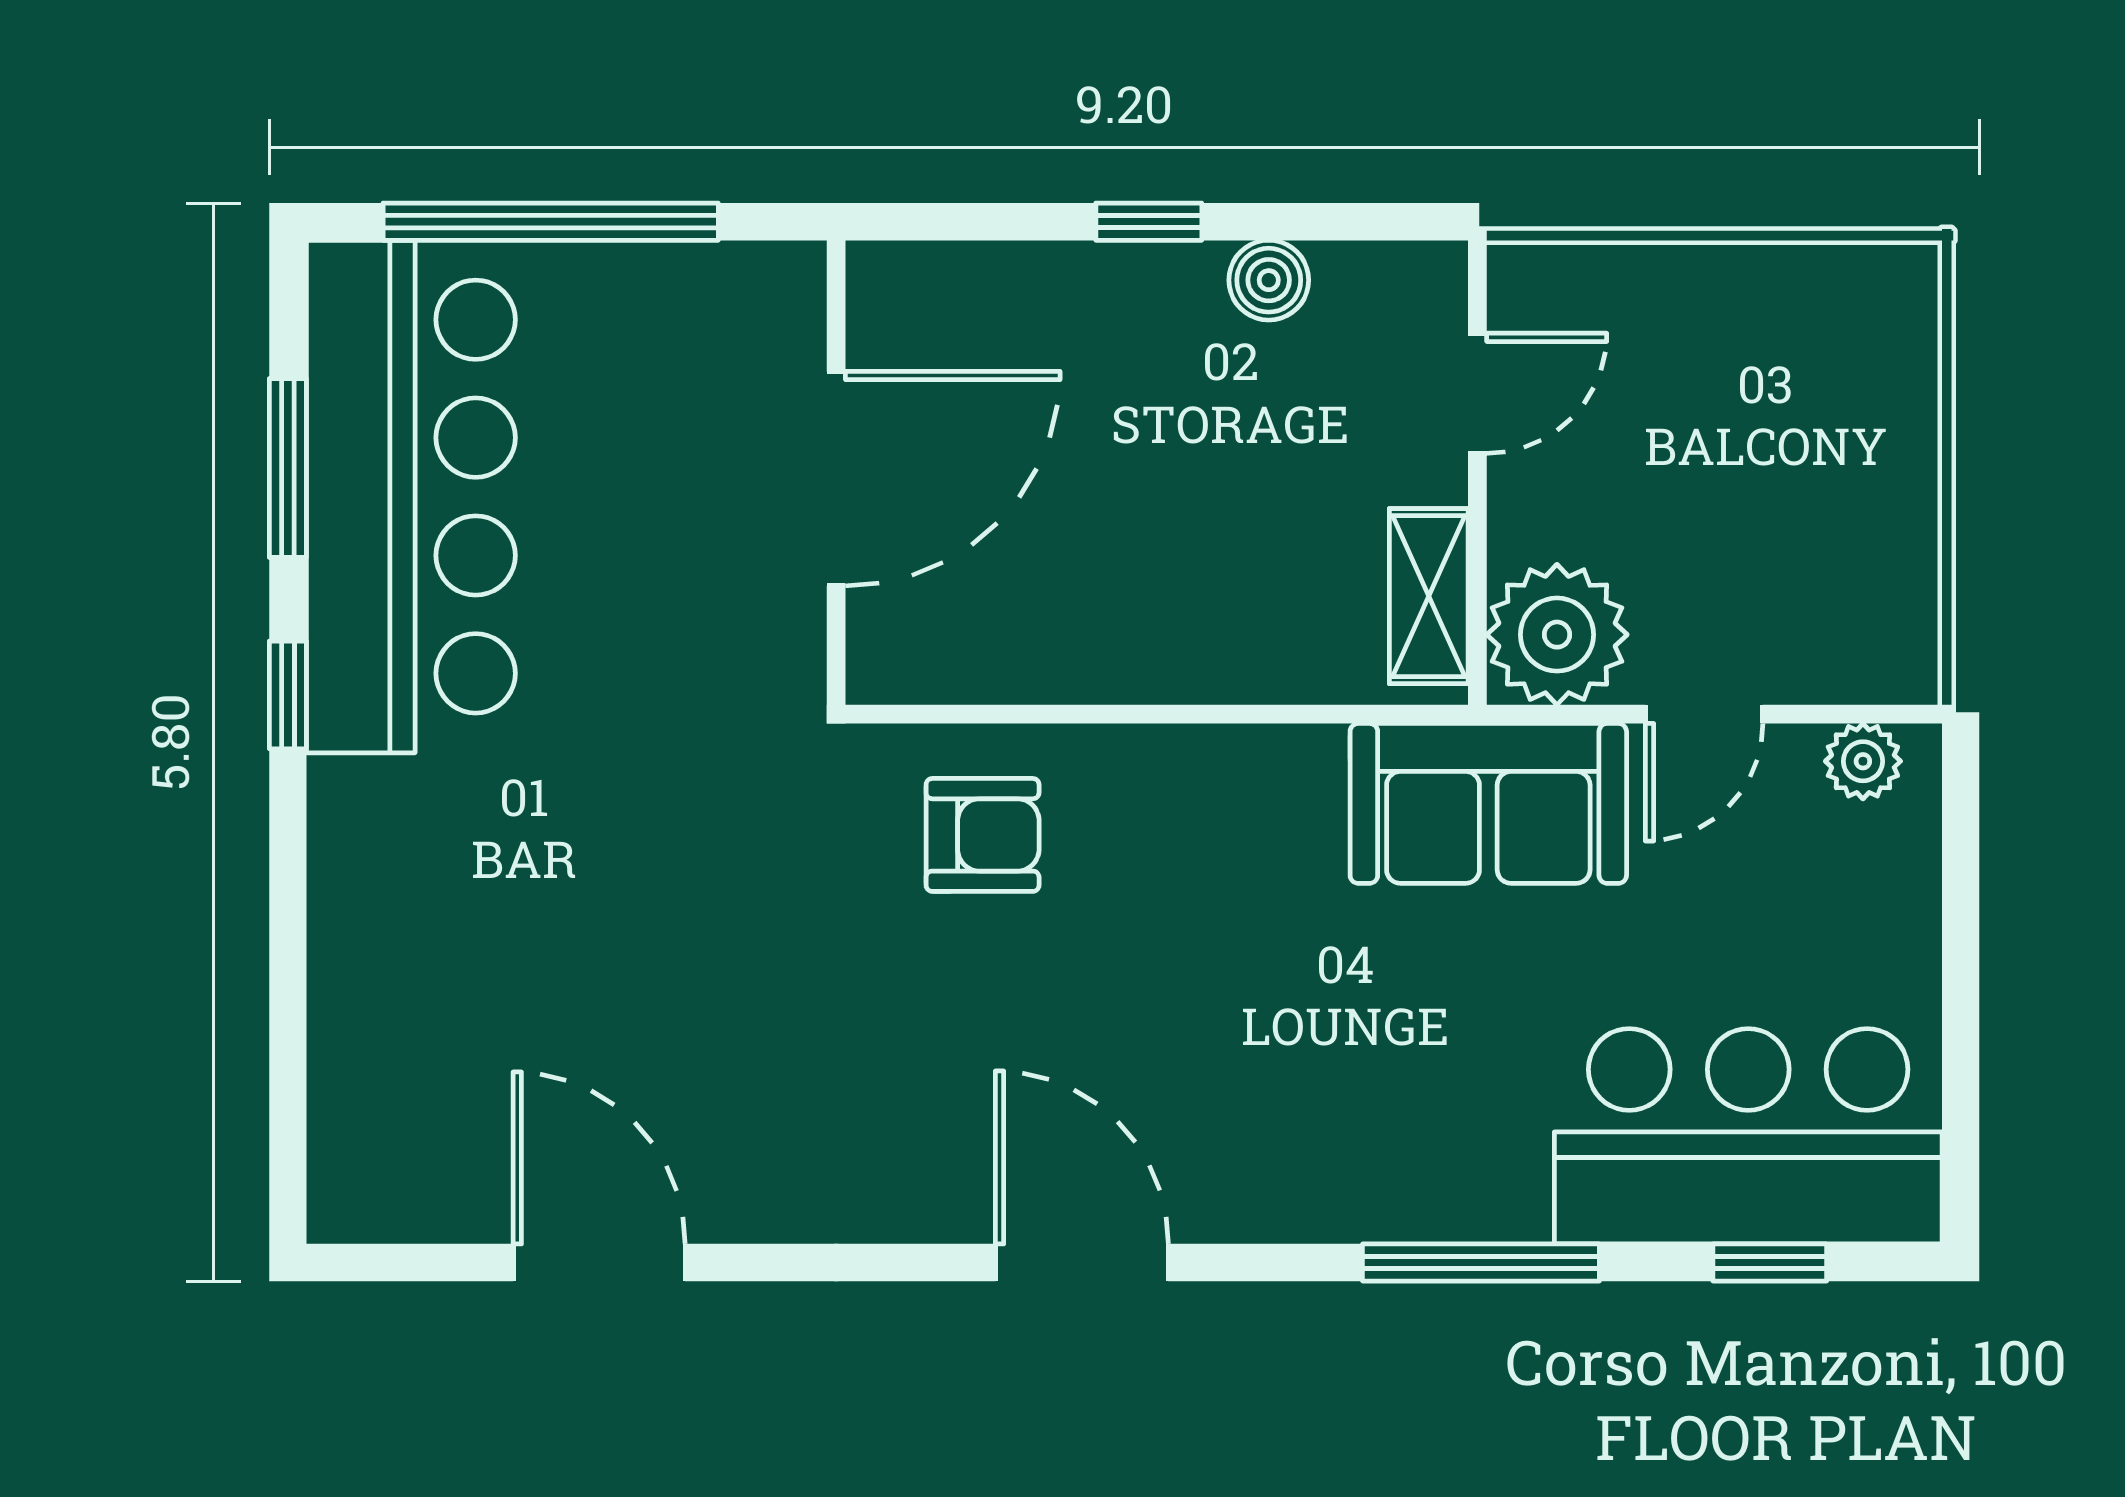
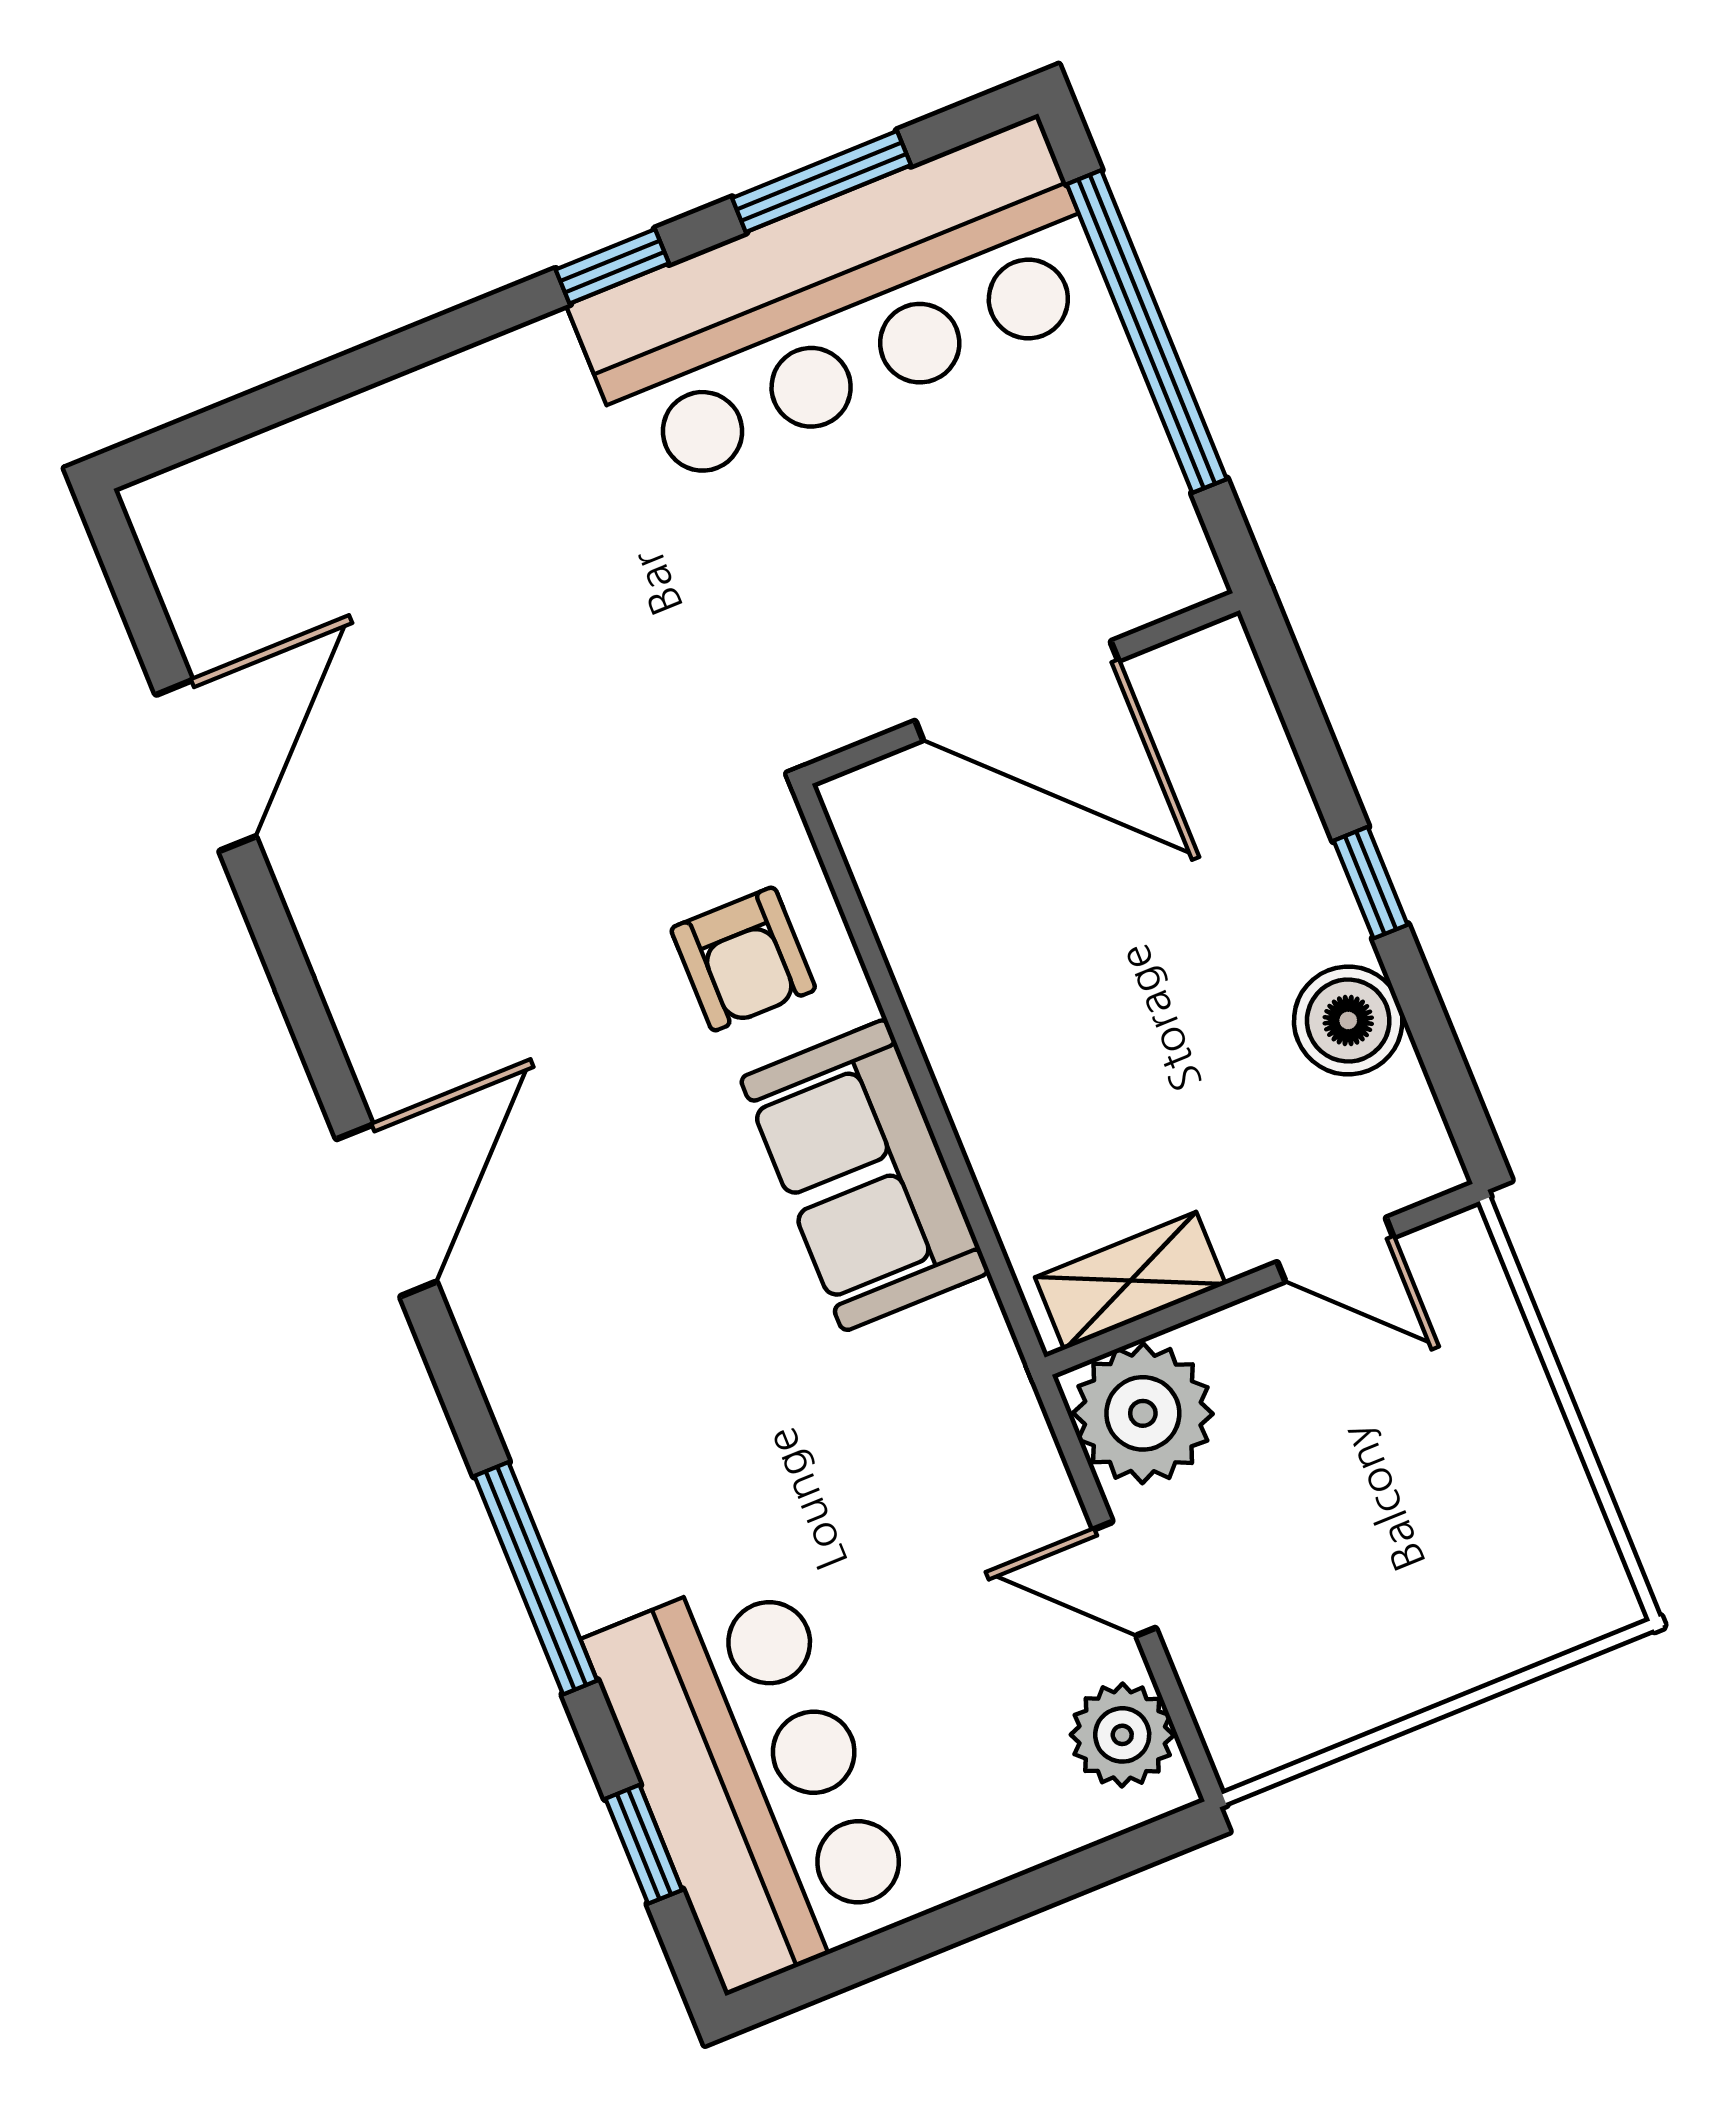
boiler: (1269, 280) -> (1348, 1021), width x1.36, depth x1.36
plant: (1863, 761) -> (1122, 1735), width x1.38, depth x1.38
sofa: (1488, 803) -> (865, 1175), moved

